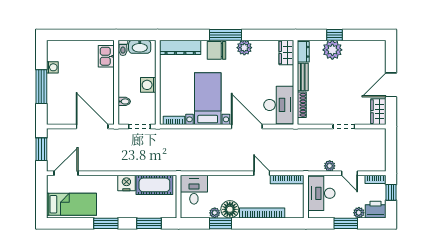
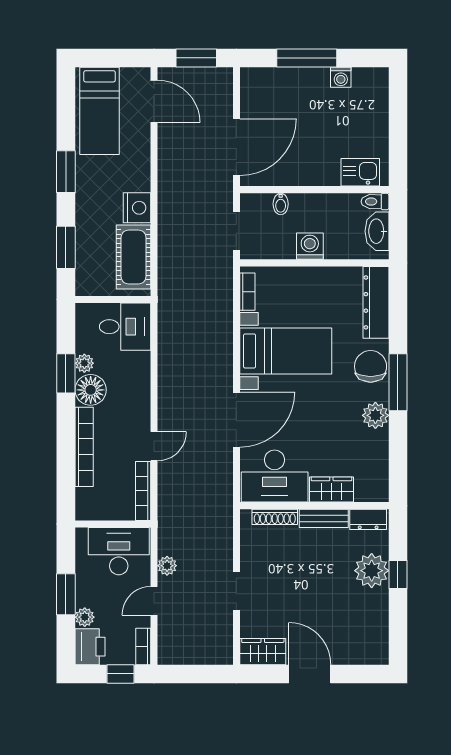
wardrobe: (286, 52) -> (331, 489), moved

